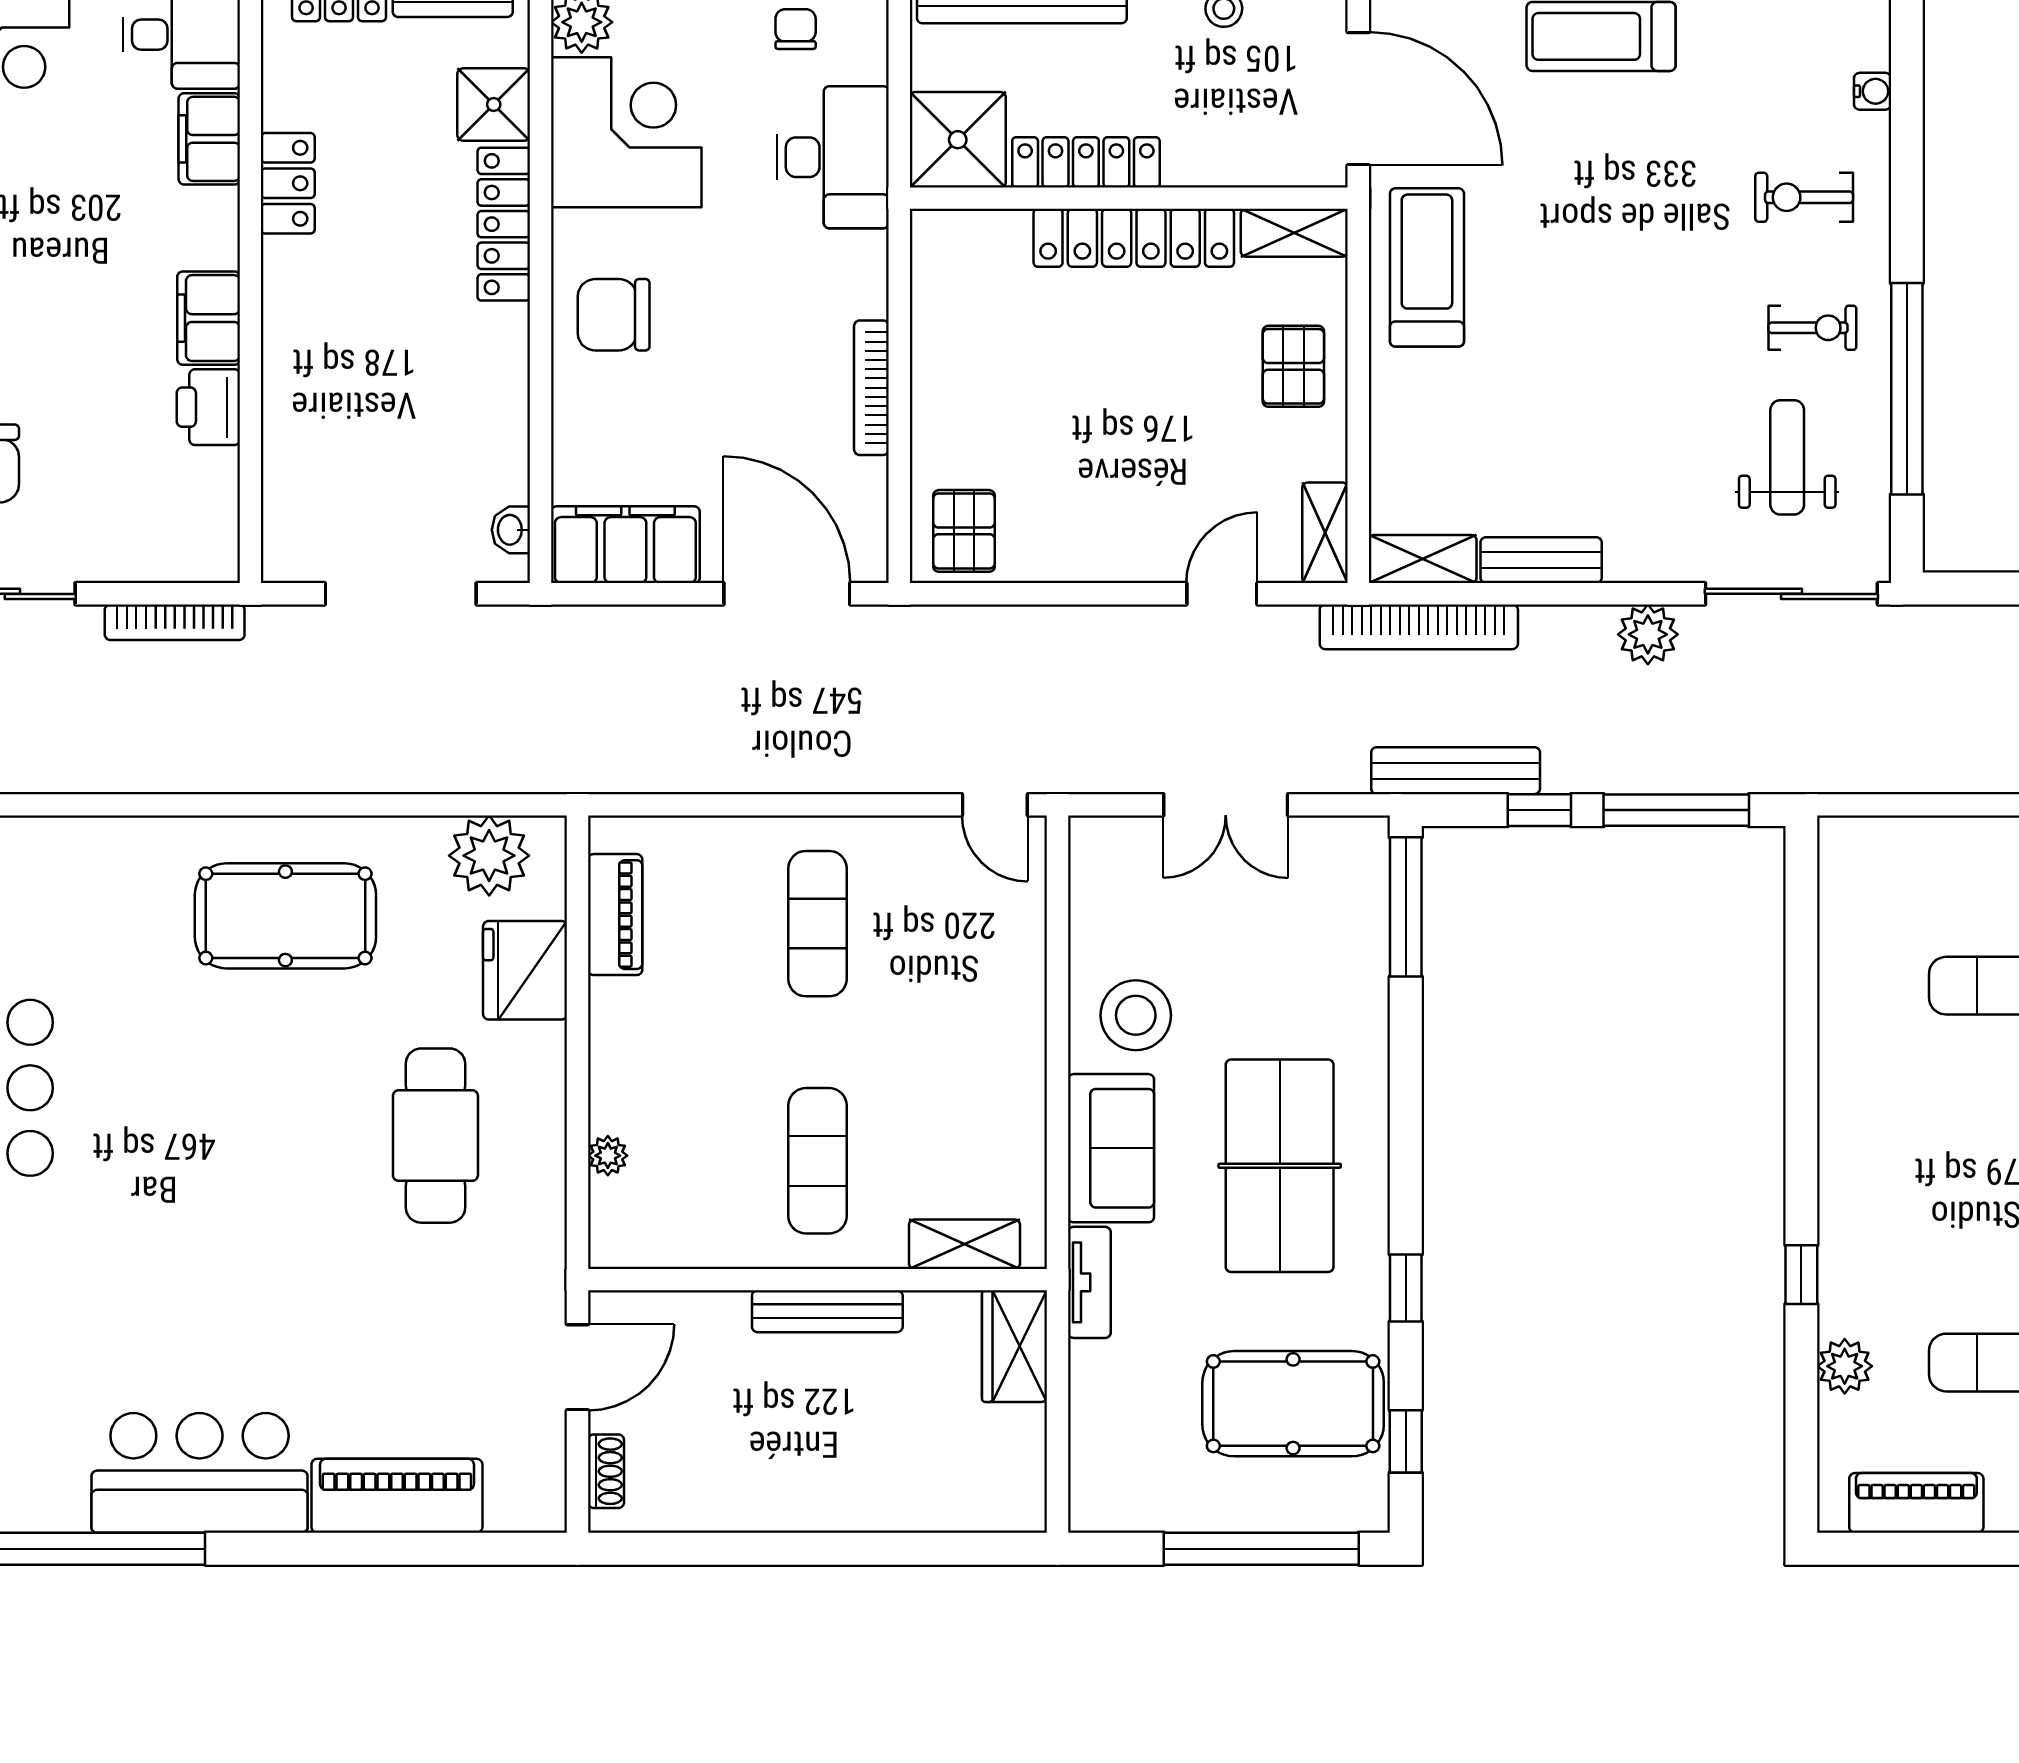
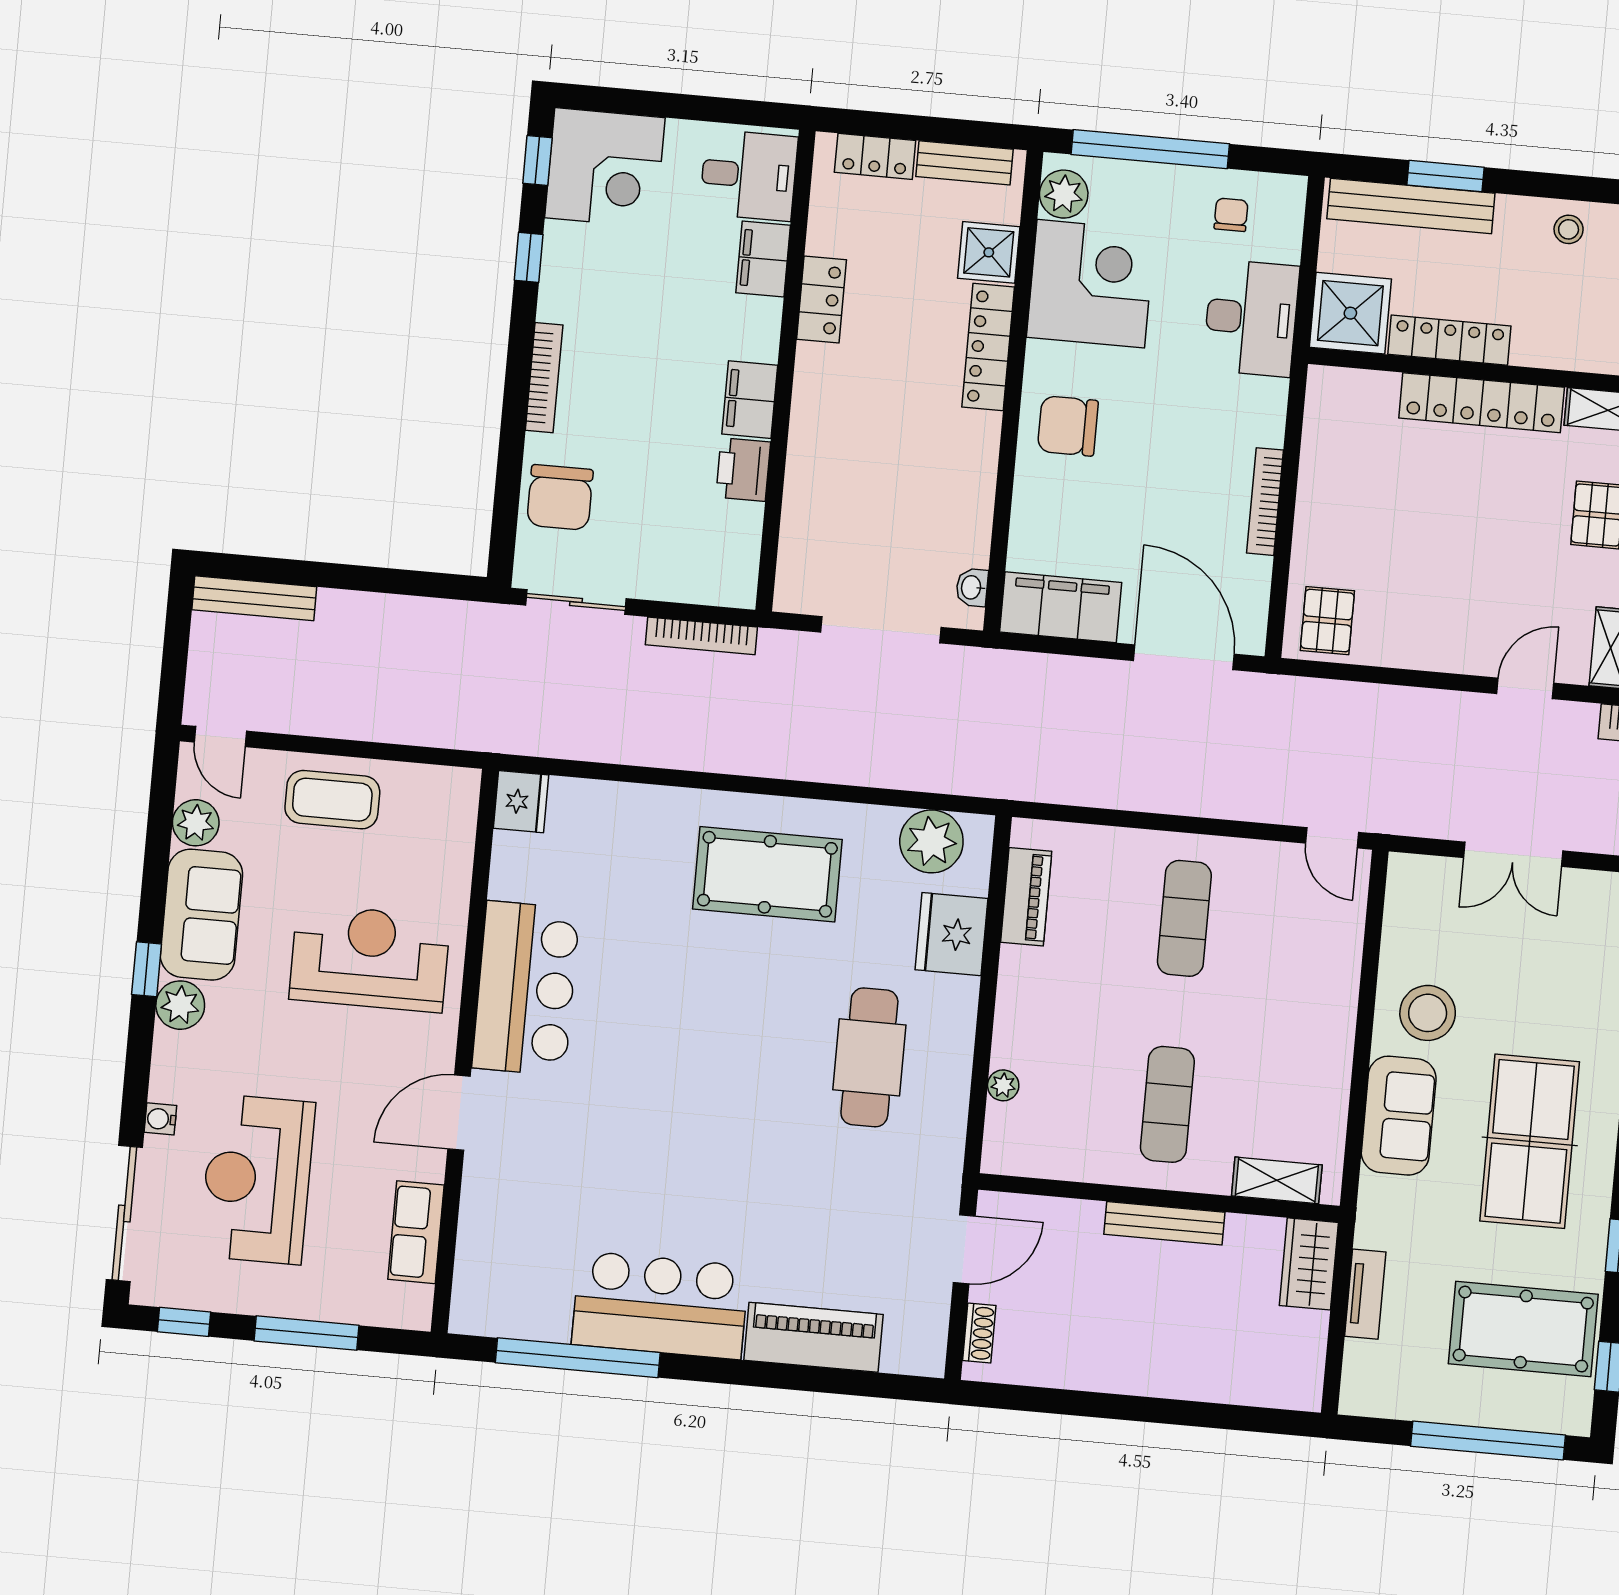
tv unit: (1089, 1282) -> (1365, 1294), moved

